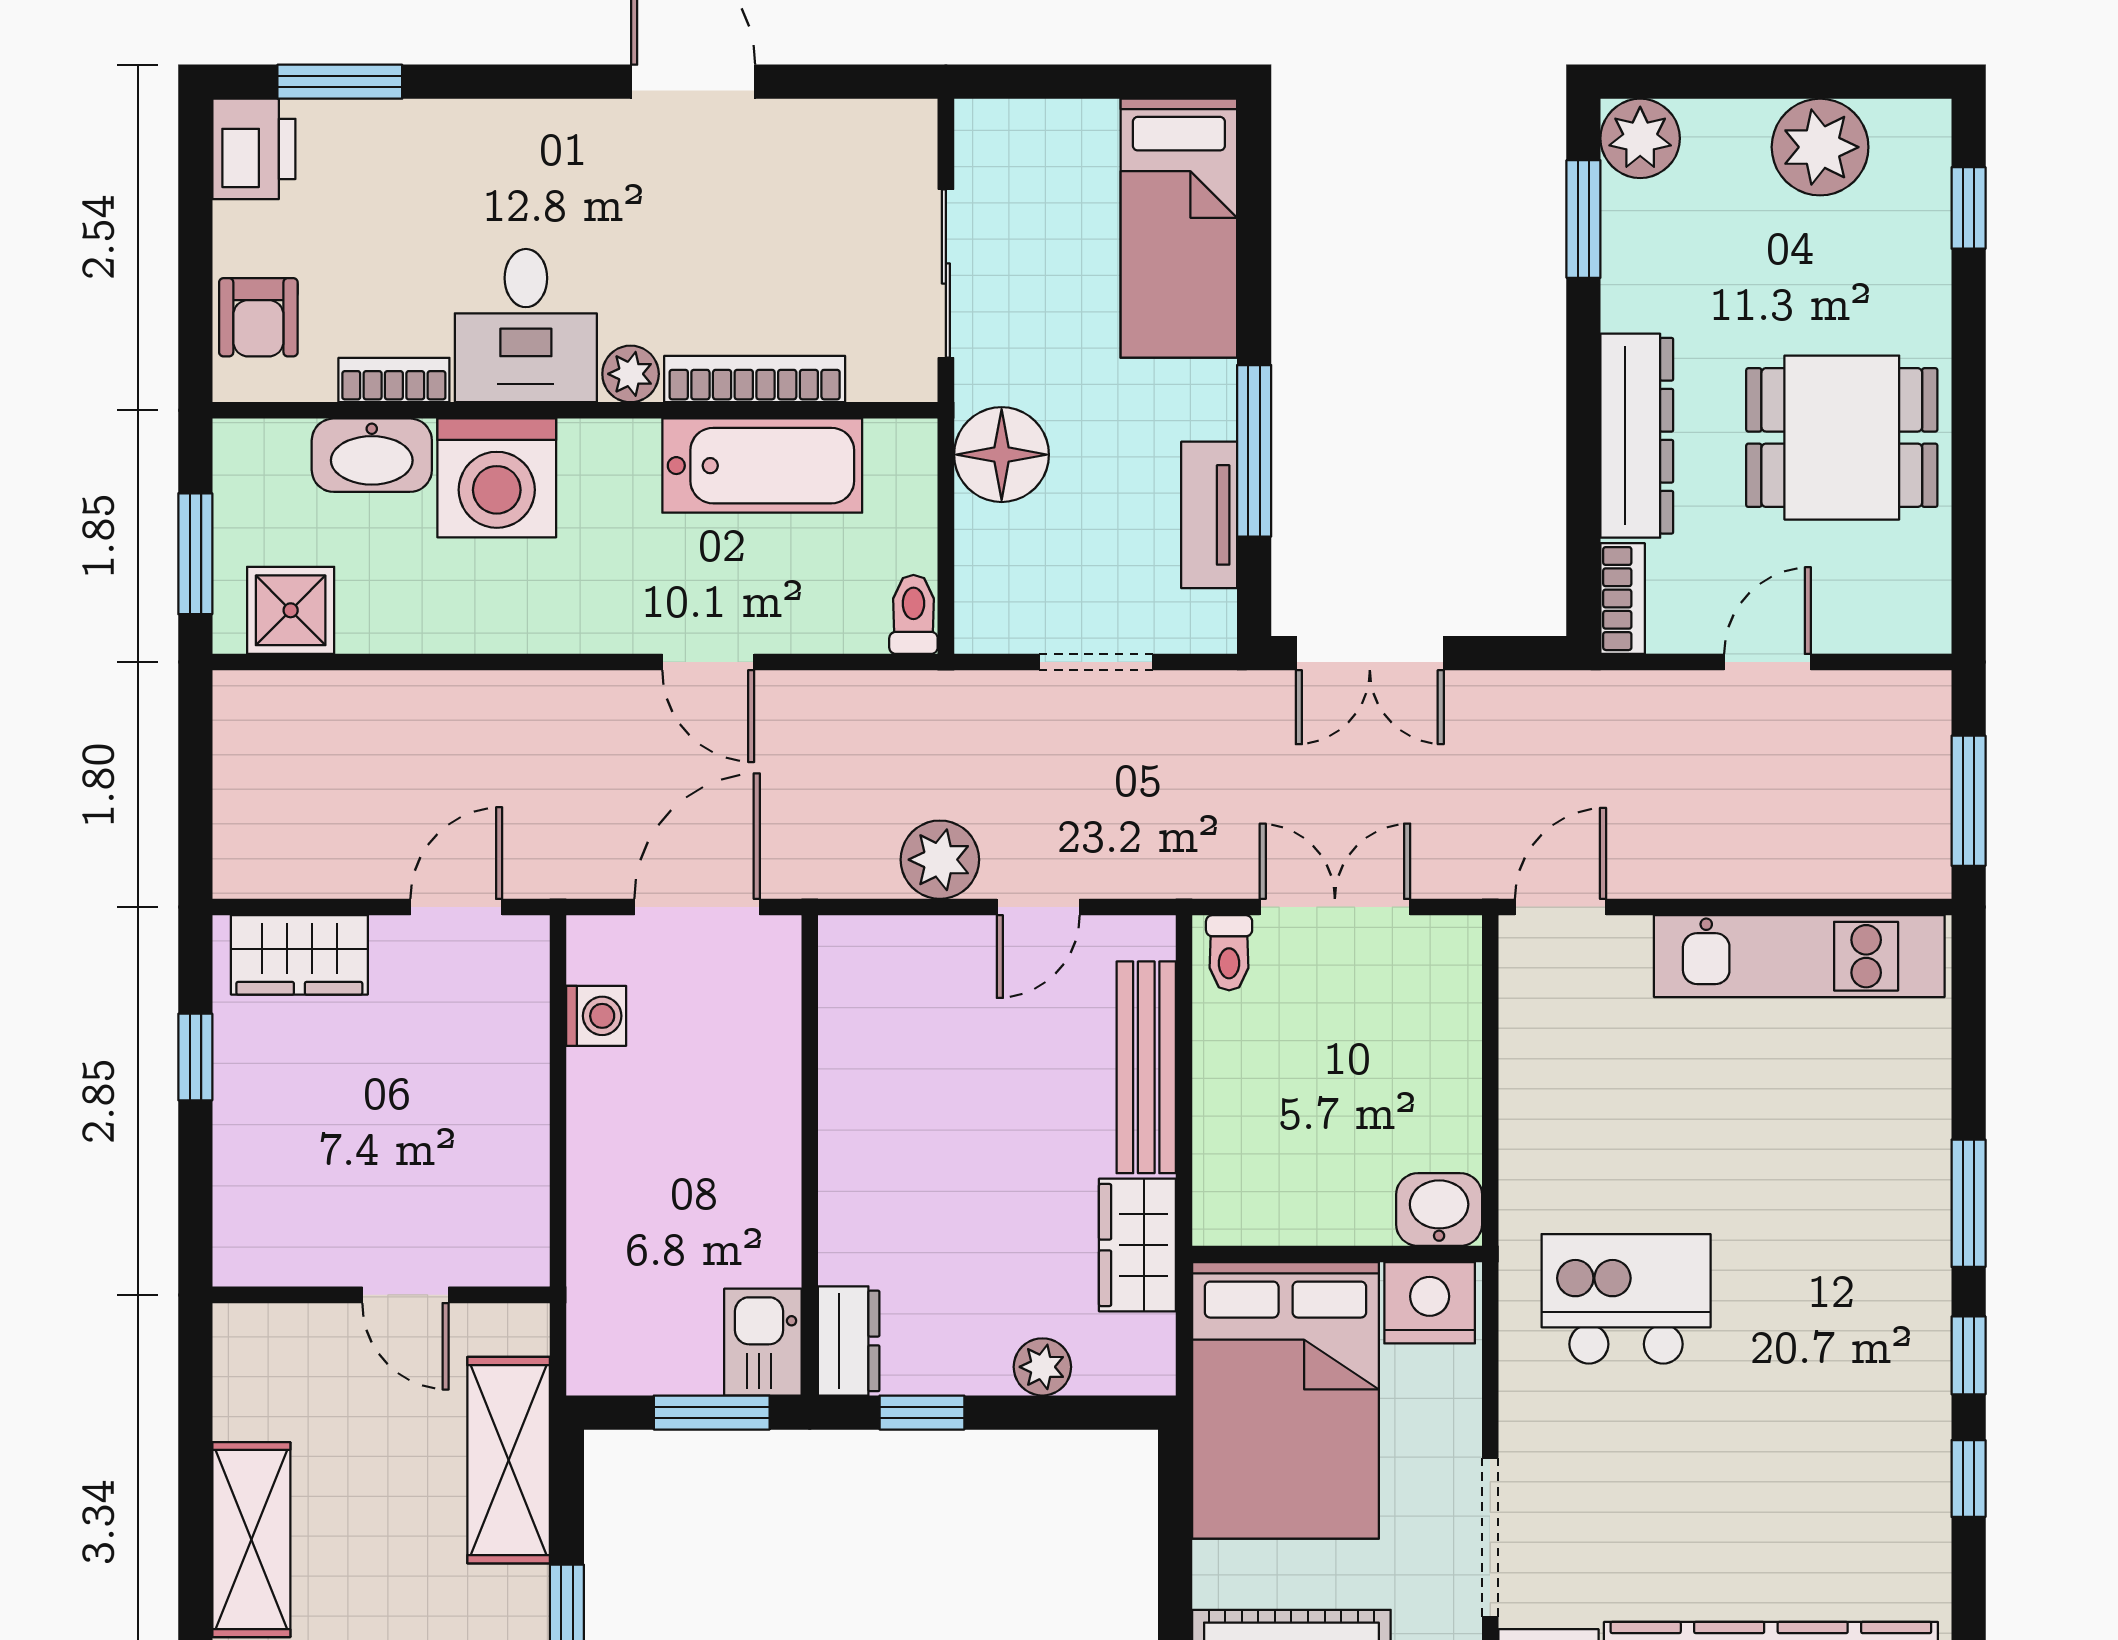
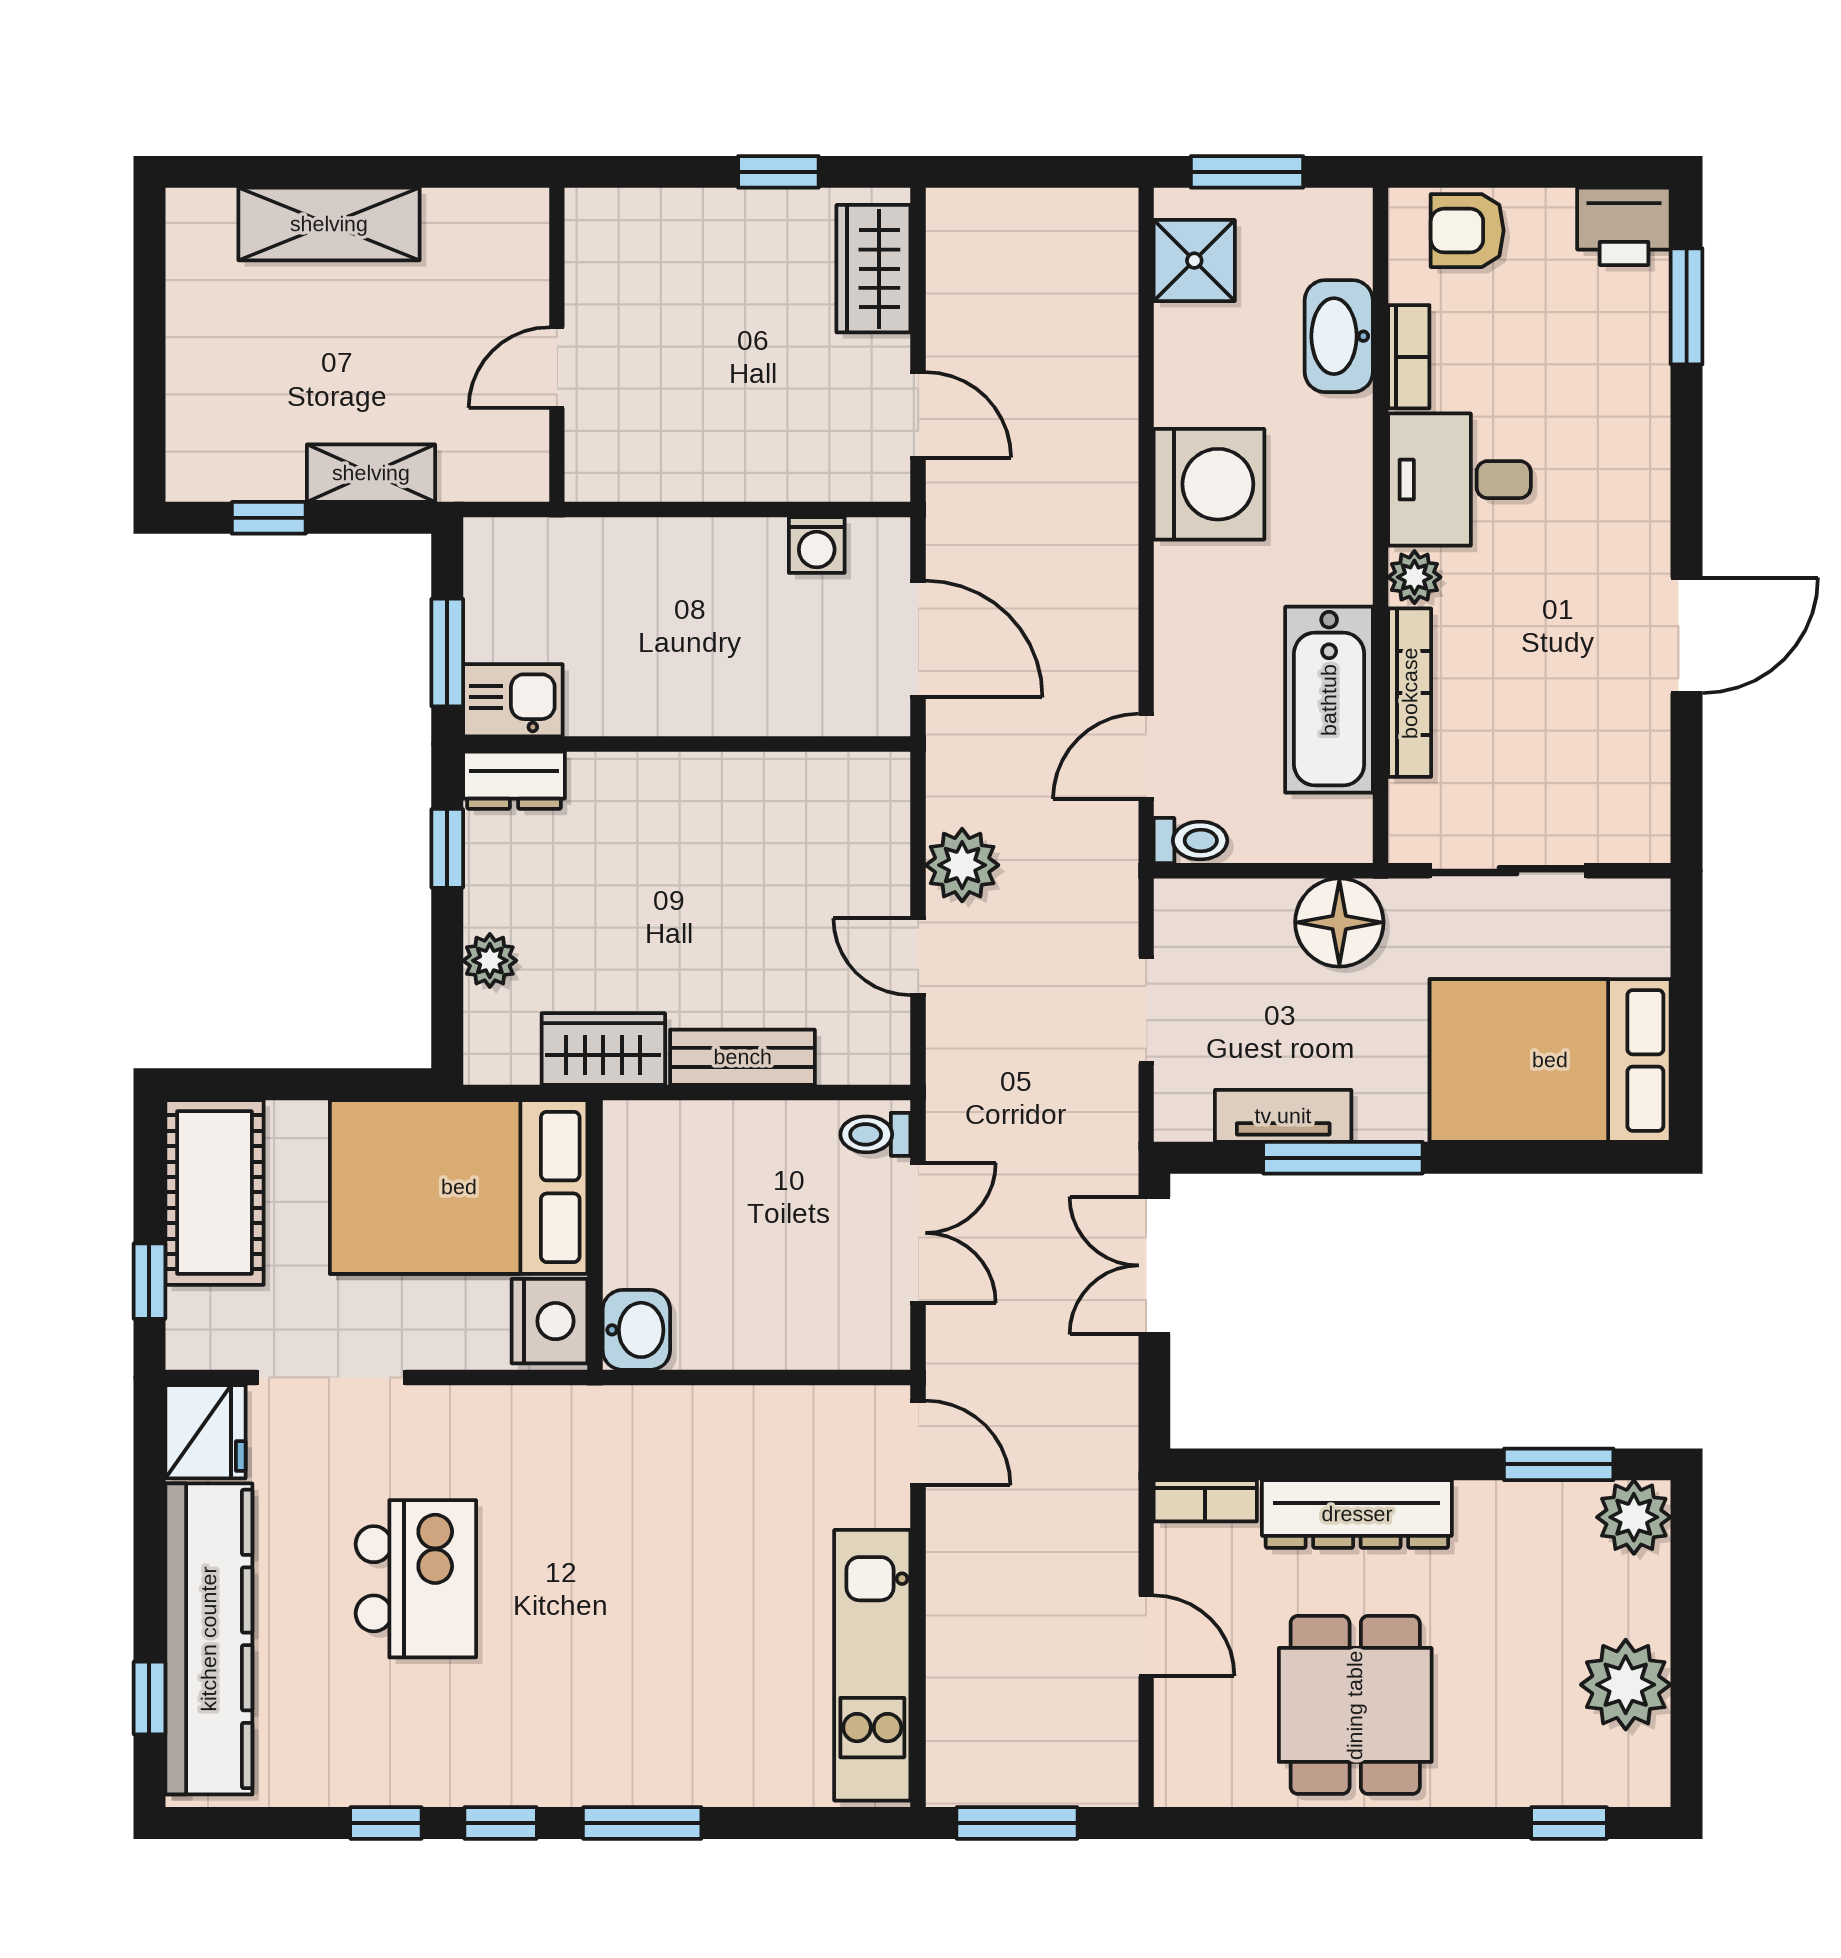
bed: (1179, 228) -> (1550, 1060), width x1.50
washing machine: (497, 478) -> (1209, 484), moved, turned 180
door: (708, 662) -> (1146, 756), moved
bench: (1146, 1067) -> (743, 1057), width x0.73
kitchen island: (1626, 1299) -> (416, 1579), moved
shelving: (509, 1460) -> (371, 473), width x0.67, depth x0.75

